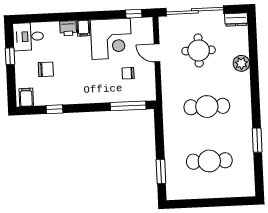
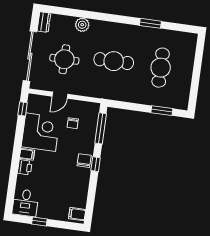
chair: (46, 69) -> (84, 161), moved
cafe table: (207, 107) -> (114, 61), turned 90
window: (54, 109) -> (96, 164), moved

